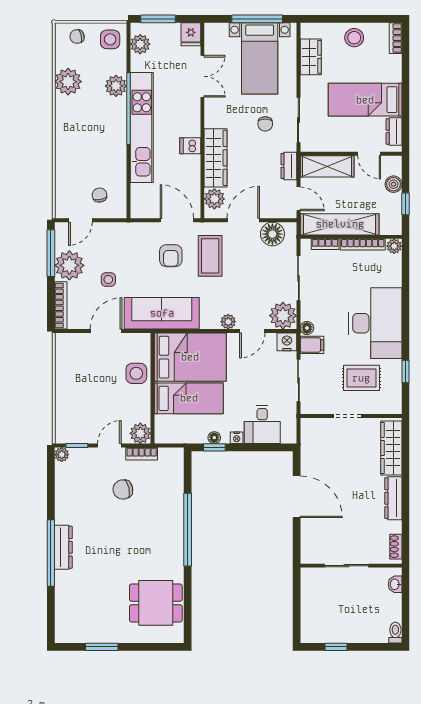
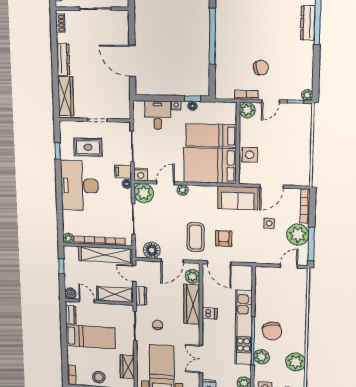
boiler: (394, 184) -> (70, 293), moved
chair: (99, 195) -> (272, 331), moved, width x1.87, depth x1.87
sofa: (162, 313) -> (238, 198), width x0.73

